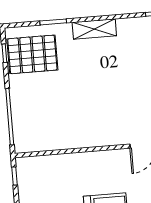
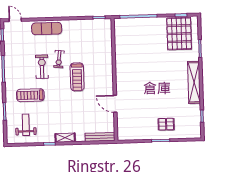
shelving: (94, 29) -> (194, 82), width x1.47

